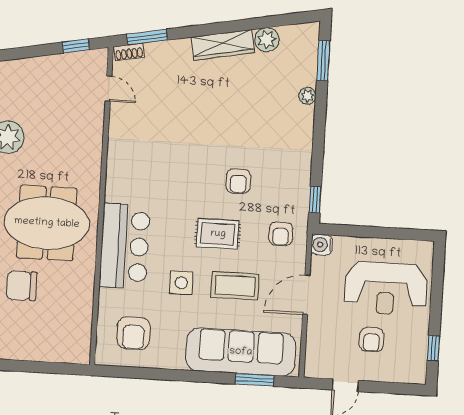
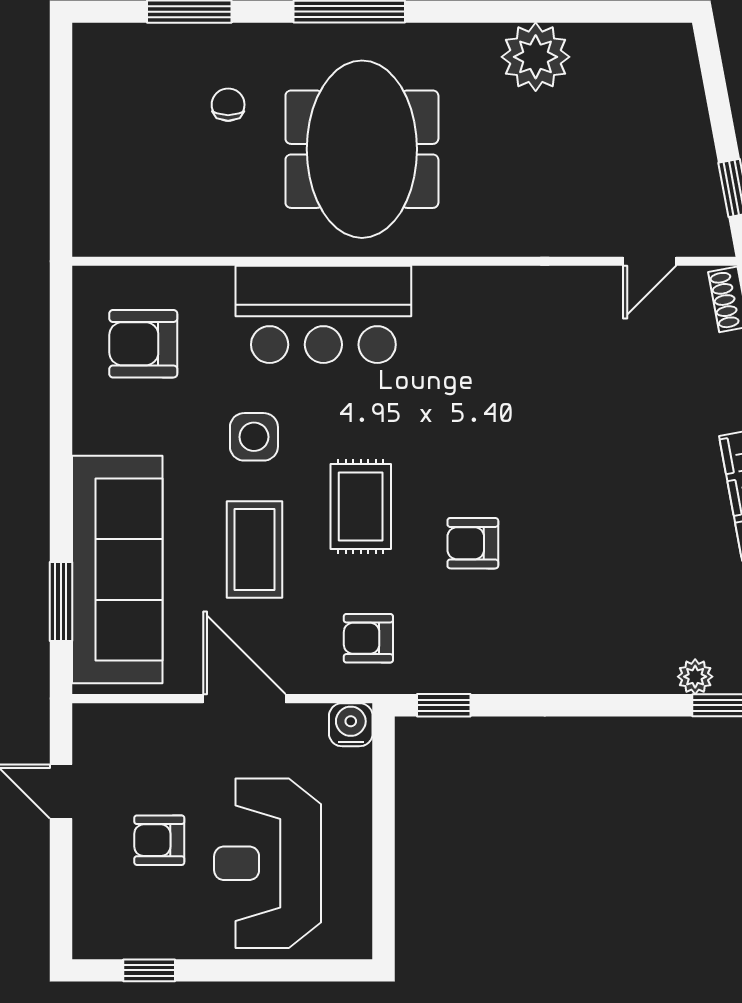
plant: (307, 96) -> (695, 677), moved
chair: (22, 286) -> (228, 105), width x0.54, depth x0.54

